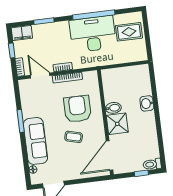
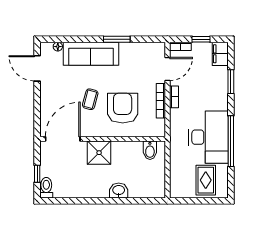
bidet: (113, 108) -> (150, 150), moved
armchair: (77, 109) -> (123, 108), turned -90
door: (110, 156) -> (63, 139), hinge flipped

